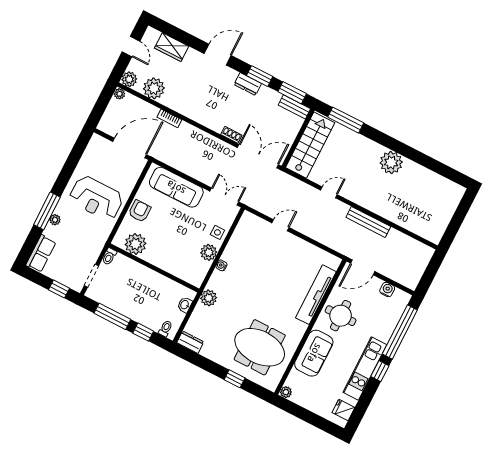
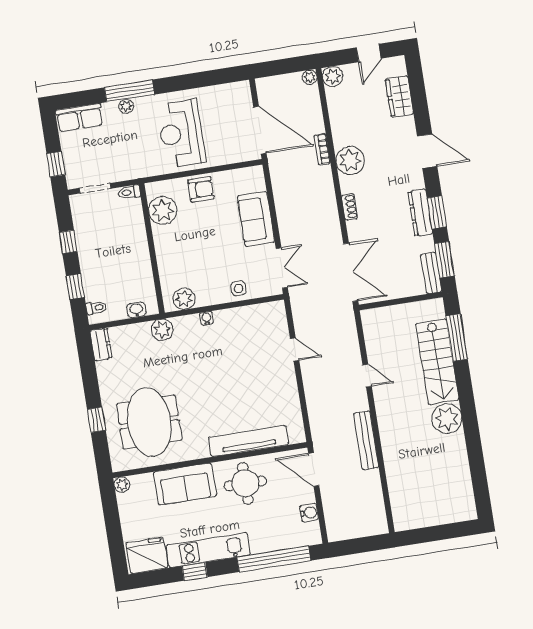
dresser: (248, 84) -> (420, 213), width x1.44
plant: (154, 88) -> (350, 161), moved
shoe rack: (231, 135) -> (349, 207), moved
stairs: (310, 145) -> (437, 362), moved, turned 90
sofa: (176, 187) -> (256, 219), width x0.73
plant: (209, 252) -> (184, 299), moved
window: (112, 316) -> (68, 242), width x0.46
window: (380, 371) -> (195, 571), moved
fridge: (343, 410) -> (147, 555), width x1.88, depth x1.34

